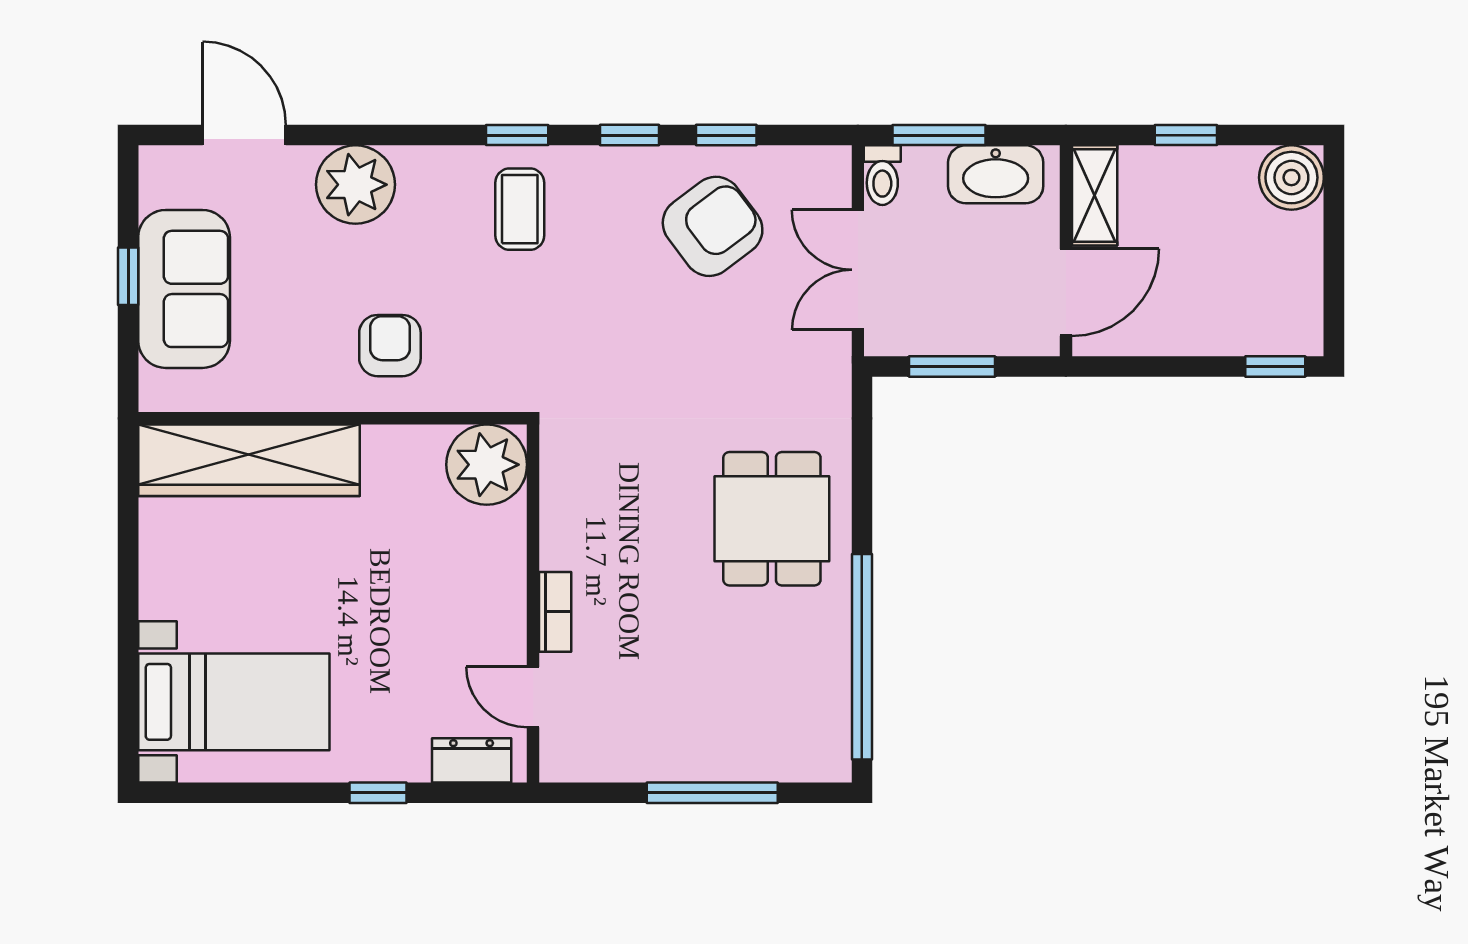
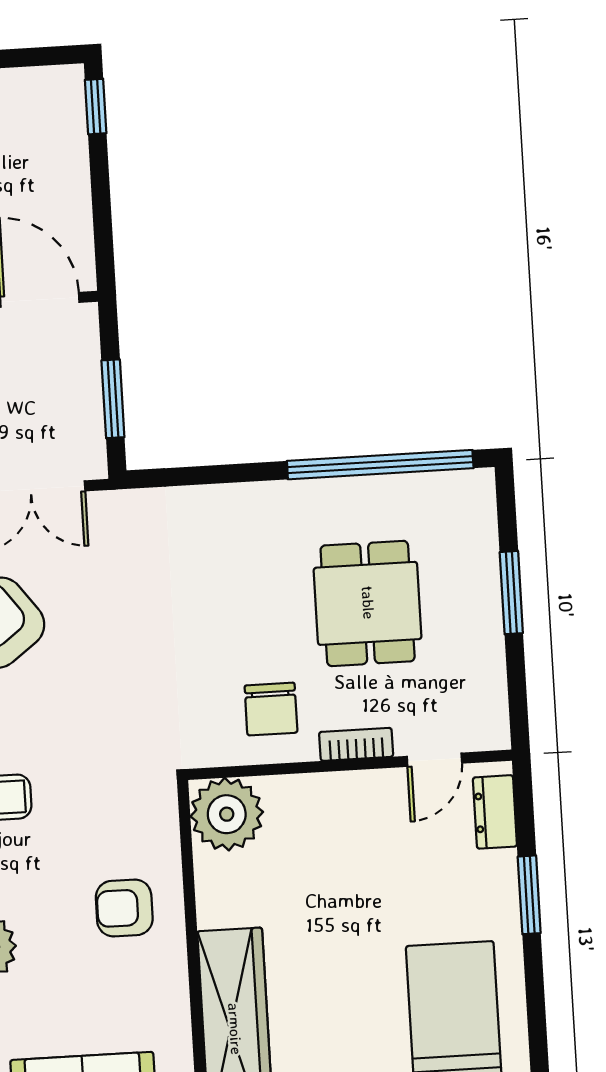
dining table: (772, 519) -> (368, 603), moved, turned 90
chair: (600, 520) -> (271, 709), added
window: (378, 793) -> (529, 895), width x1.50
window: (712, 793) -> (511, 593), width x0.69

